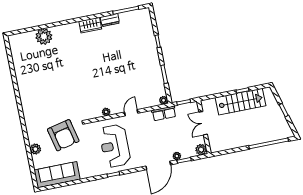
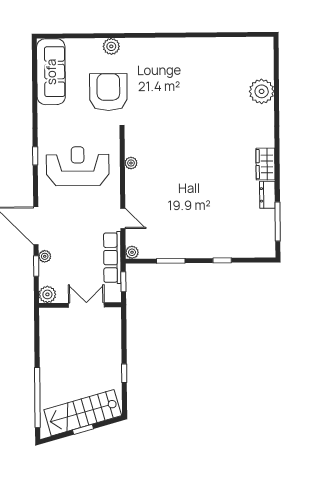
stairs: (241, 102) -> (83, 413), moved, turned 74
door: (131, 113) -> (123, 218), moved
row of seats: (164, 113) -> (112, 258), width x1.48
armchair: (63, 135) -> (108, 92), turned 103
plant: (35, 149) -> (111, 46), moved

